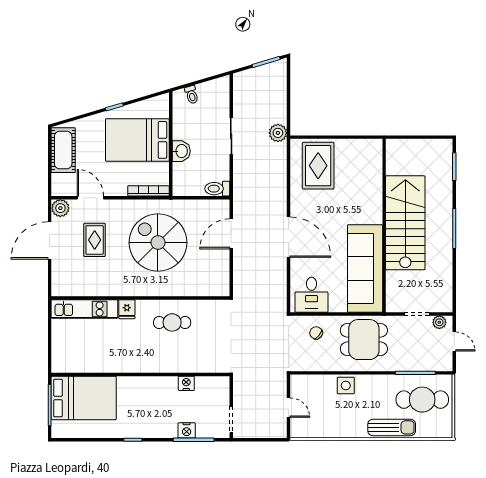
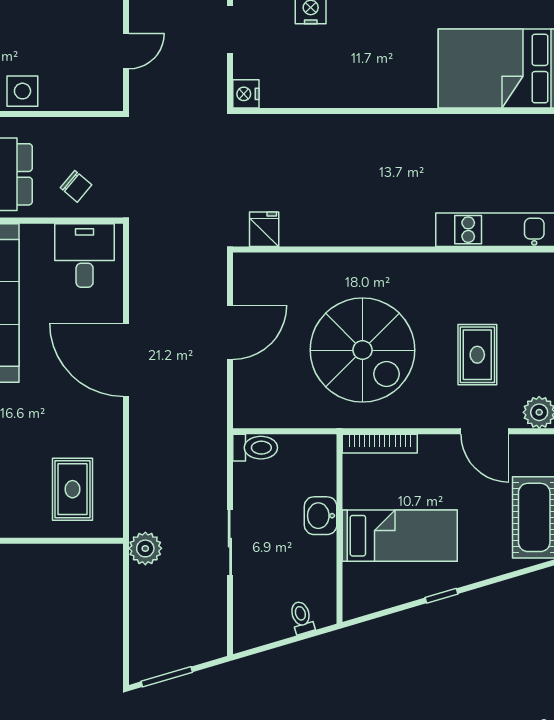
bed: (137, 140) -> (400, 536), width x0.67
rug: (318, 166) -> (72, 489), width x0.73, depth x0.70
door: (231, 234) -> (230, 332), moved
fridge: (127, 309) -> (264, 229), moved
cafe table: (172, 322) -> (337, 205), removed
nightstand: (186, 383) -> (246, 94), moved, turned 90
door: (289, 408) -> (126, 51), swing flipped

